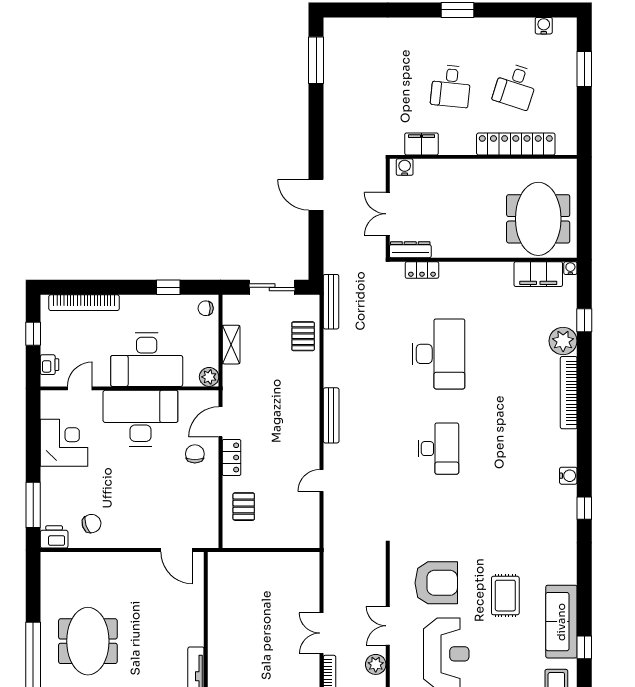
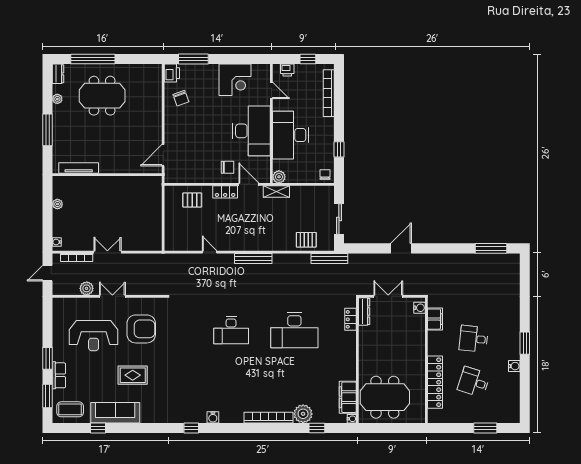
water cooler: (544, 26) -> (514, 366), moved
shelving: (231, 345) -> (276, 192), moved
armchair: (436, 583) -> (141, 329), turned -90

